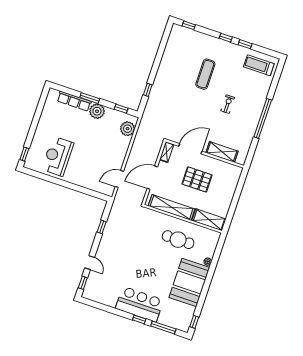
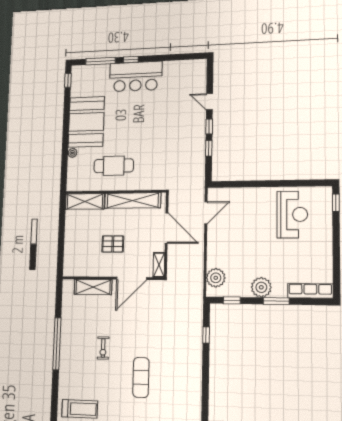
row of seats: (74, 101) -> (310, 291), moved
door: (152, 178) -> (166, 228), hinge flipped
pallet: (197, 179) -> (113, 244), width x0.67, depth x0.71
window: (83, 283) -> (209, 127), moved

